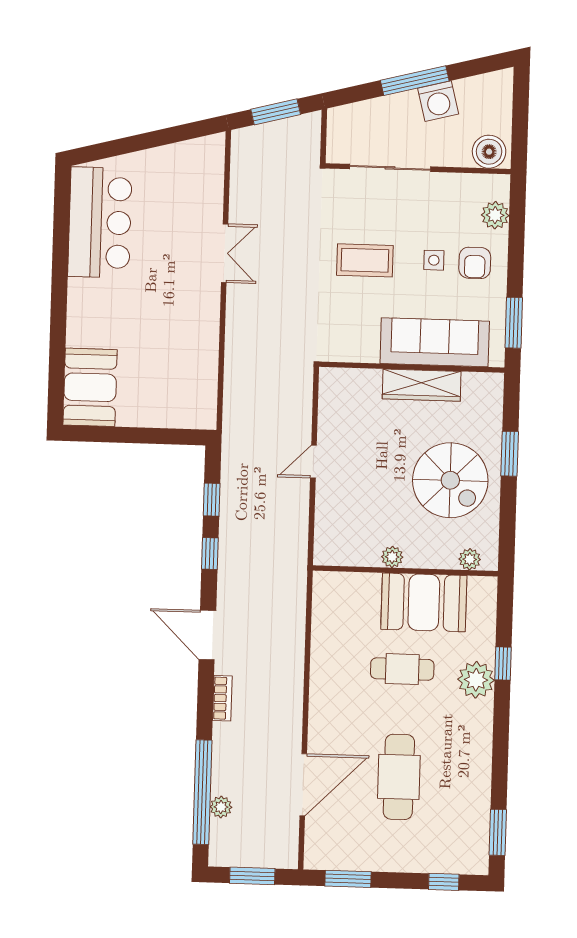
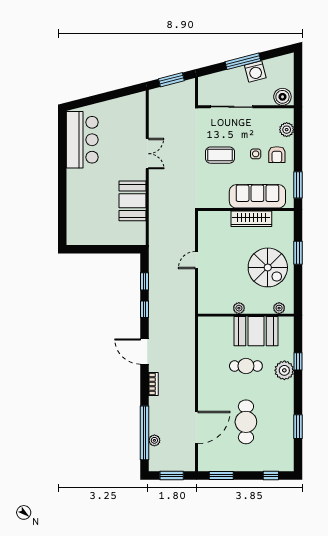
booth: (90, 387) -> (132, 201), moved
window: (498, 832) -> (298, 427), moved

